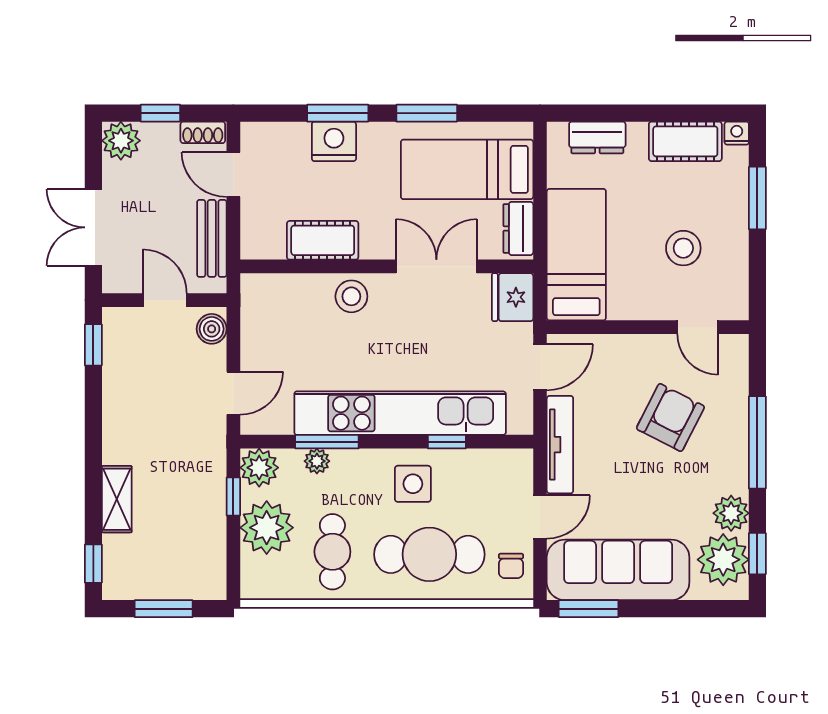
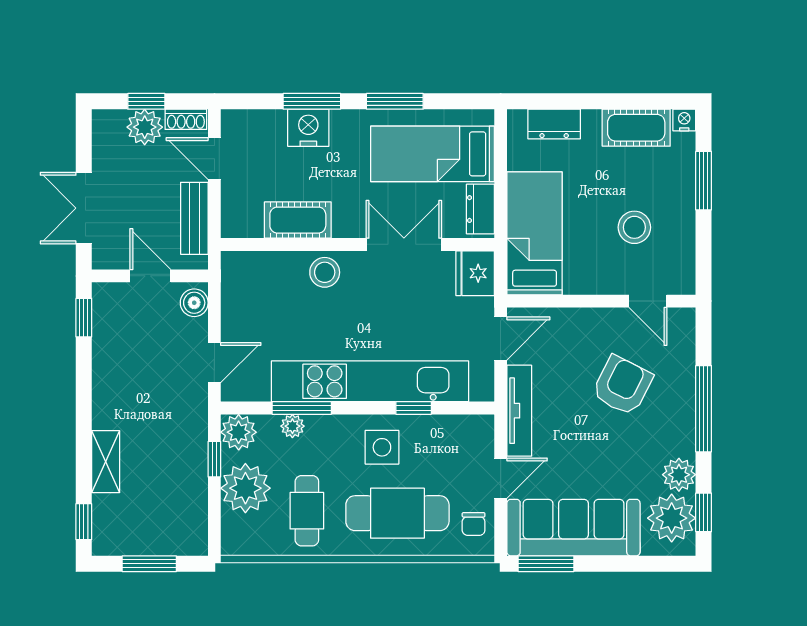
plant: (121, 141) -> (145, 127), moved

